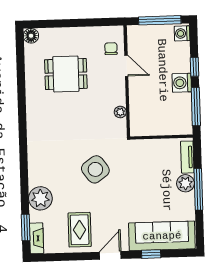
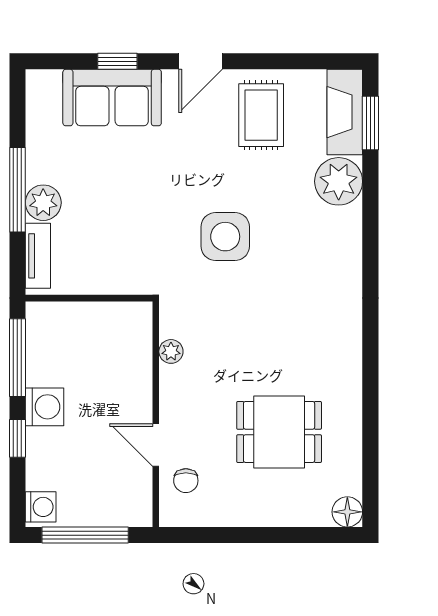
side table: (95, 169) -> (225, 237), turned 36
sofa: (162, 236) -> (112, 98), width x0.73
fireplace: (36, 238) -> (345, 112), width x1.37, depth x1.32

